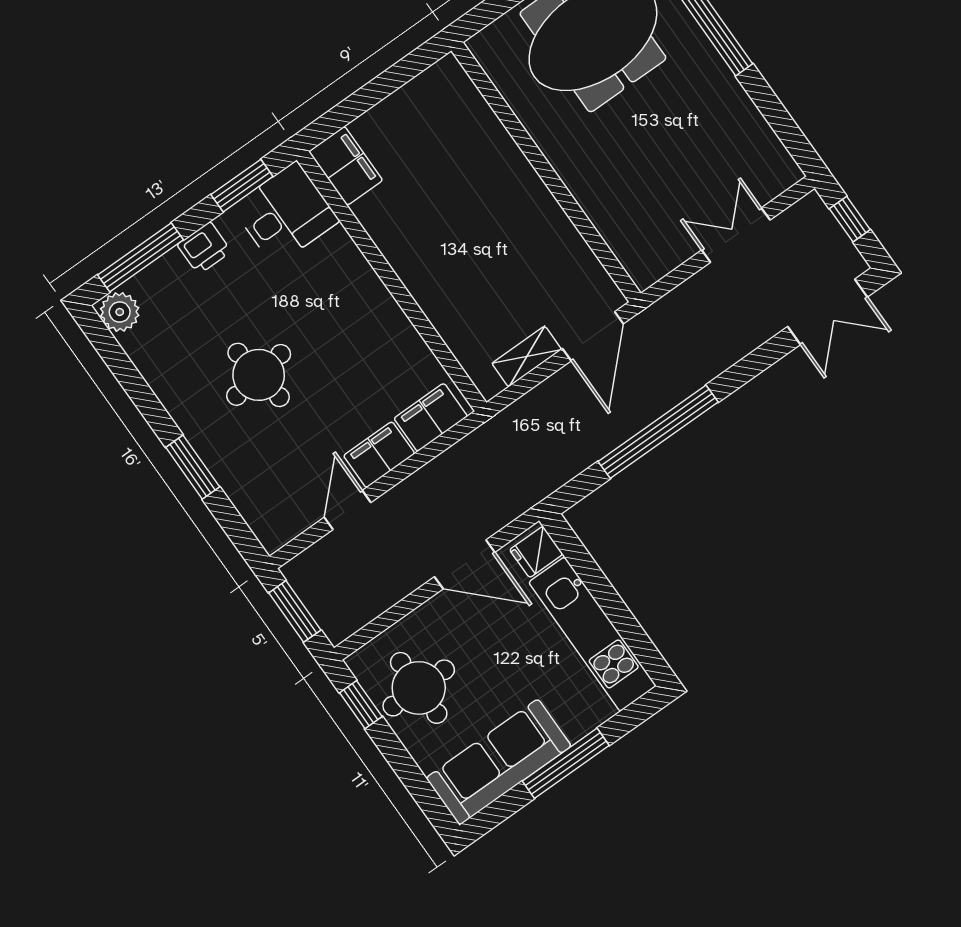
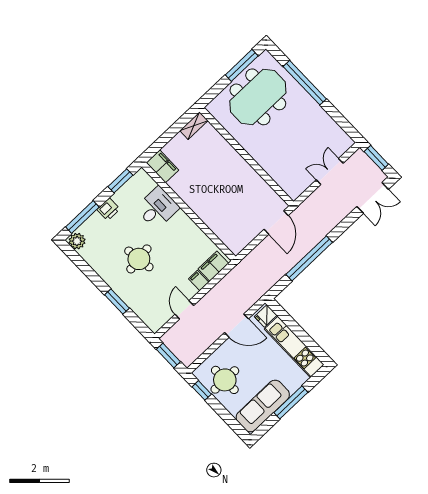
desk: (285, 214) -> (157, 208), moved
window: (850, 219) -> (376, 158), width x1.50
shelving: (527, 357) -> (194, 126), moved
filing cabinet: (379, 455) -> (199, 281), width x0.50

